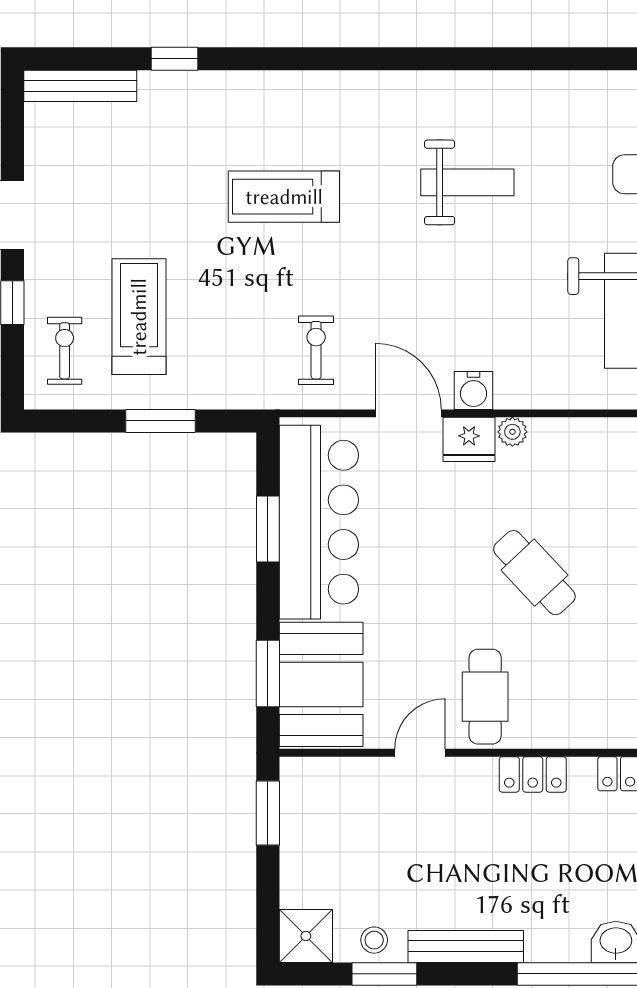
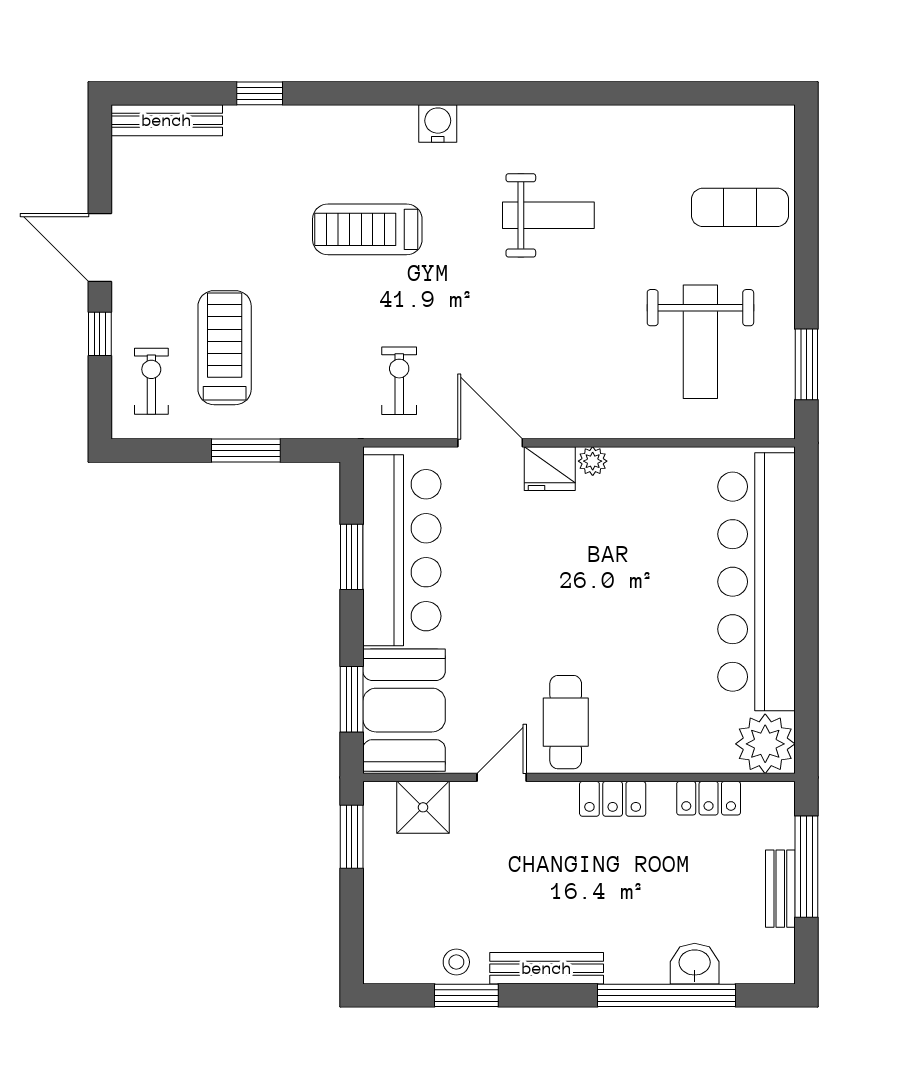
water cooler: (474, 390) -> (438, 124), moved, turned 180
cafe table: (534, 573) -> (614, 600), removed
shower: (306, 936) -> (423, 807), moved

